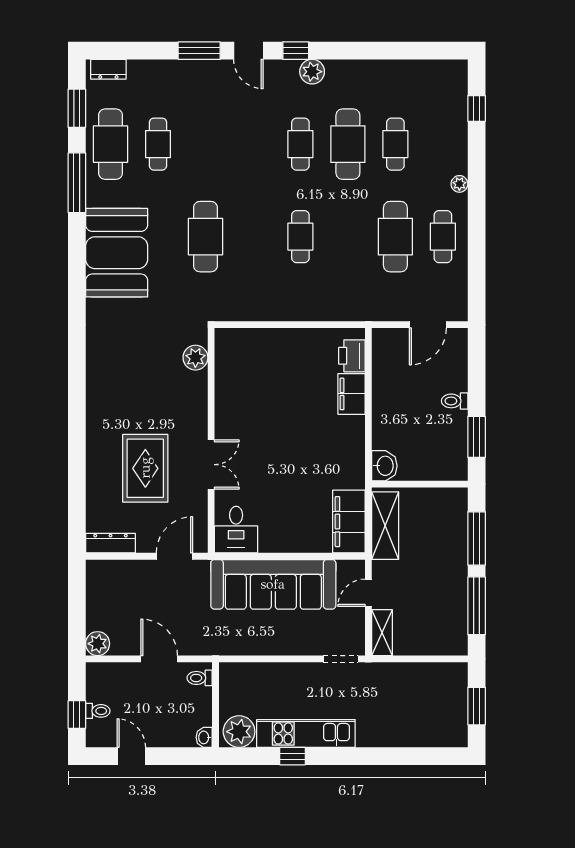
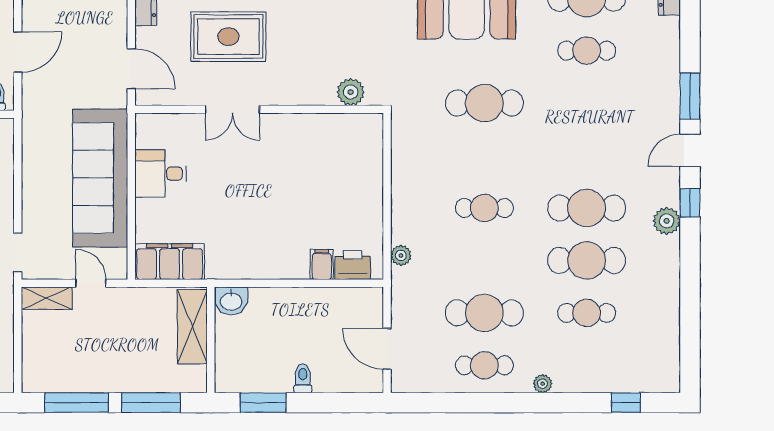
cafe table: (300, 144) -> (587, 208), width x1.37, depth x1.35
plant: (343, 312) -> (401, 255), added
filing cabinet: (352, 394) -> (322, 264), width x0.50
shelving: (385, 526) -> (192, 327), moved, turned 90
desk: (236, 530) -> (161, 174), moved

